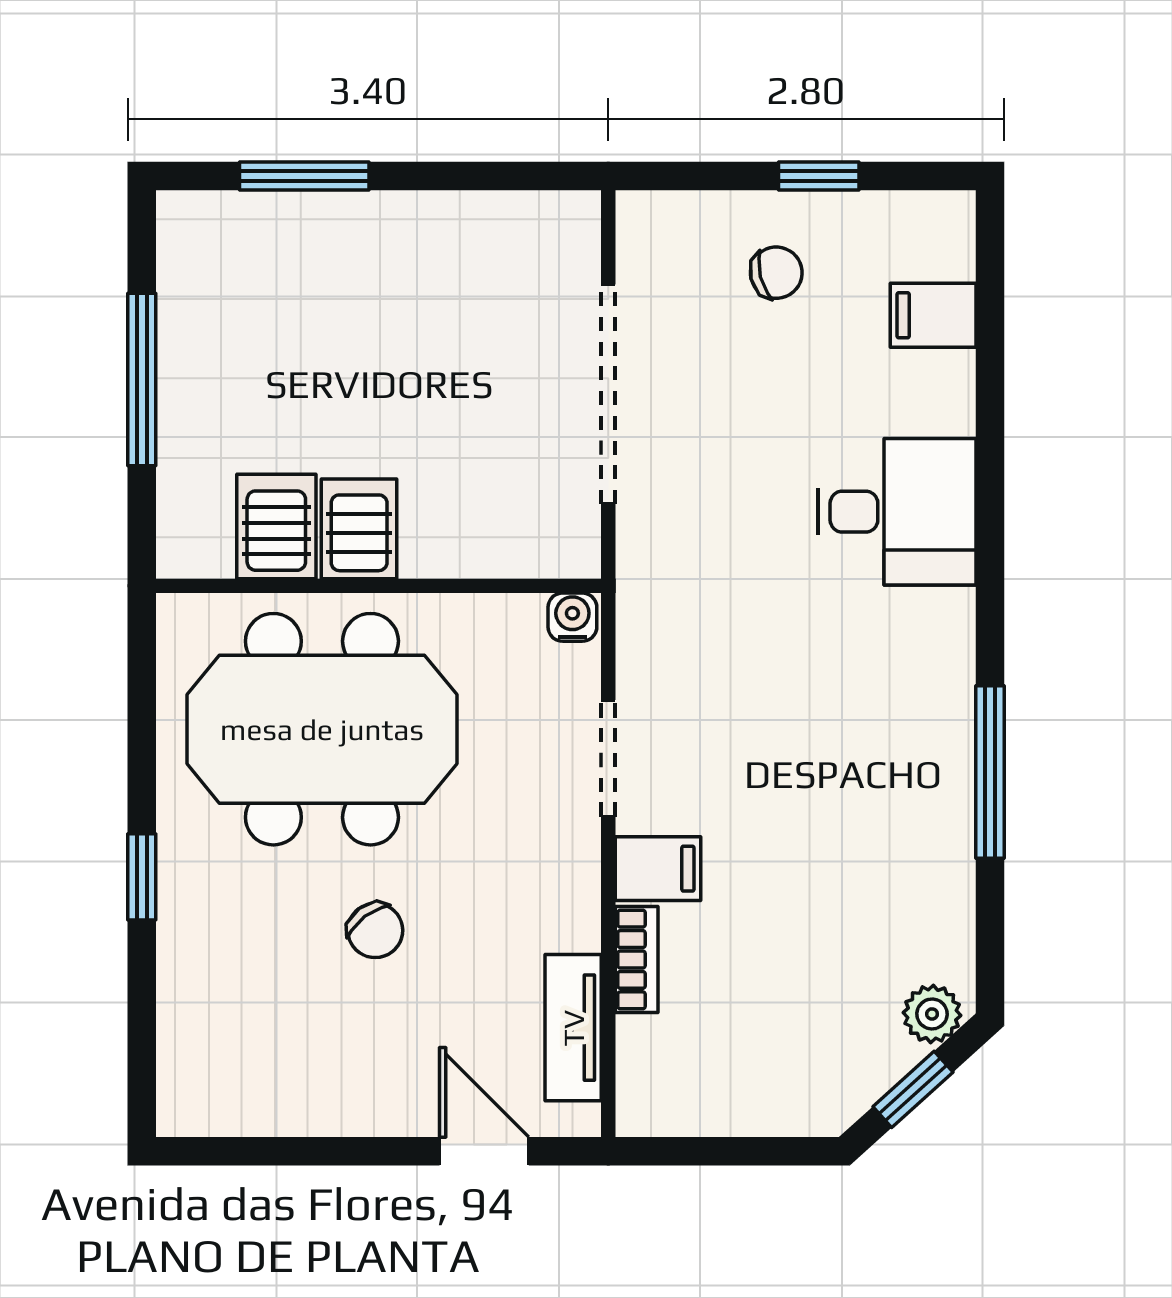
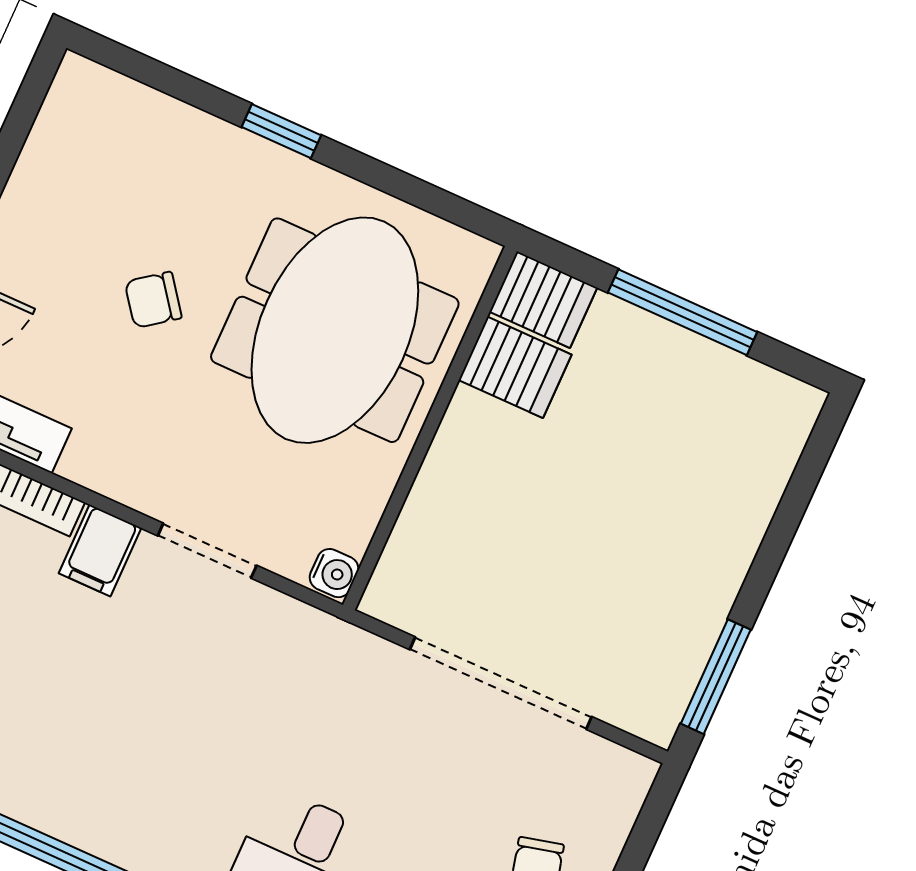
window: (304, 176) -> (716, 677), moved
server rack: (359, 529) -> (543, 300), moved

